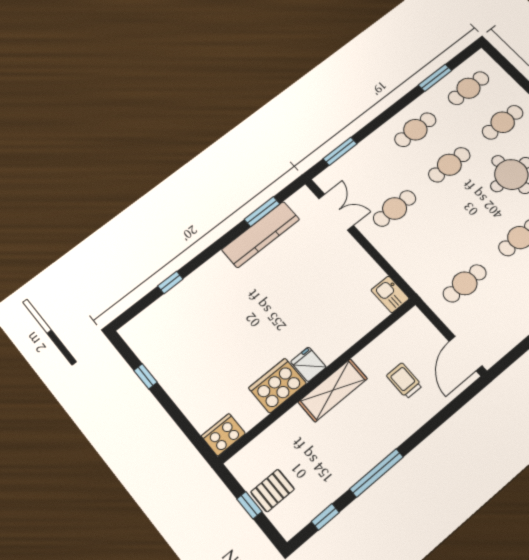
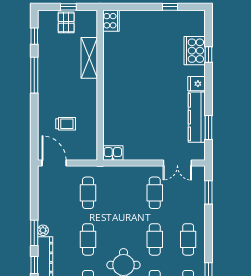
fridge: (308, 364) -> (197, 84), moved, turned 180
cooker: (277, 386) -> (195, 51), moved, turned 180
shelving: (333, 390) -> (89, 58), moved

